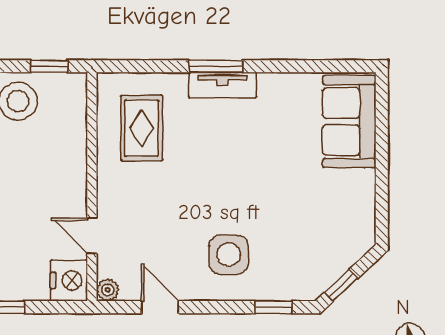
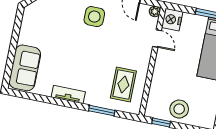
window: (216, 66) -> (102, 111), moved
tv unit: (222, 85) -> (68, 95), moved

